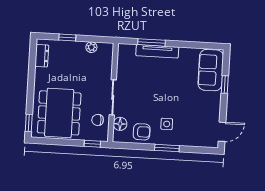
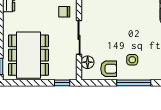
chair: (98, 120) -> (64, 12), moved
window: (167, 148) -> (134, 83), width x1.44

